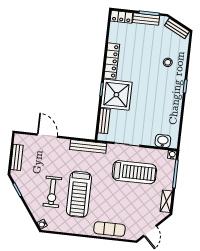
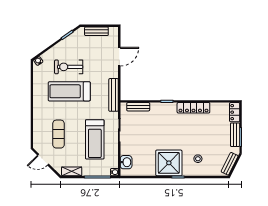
shower: (116, 95) -> (169, 163), moved
exercise mat: (109, 229) -> (58, 134), moved

